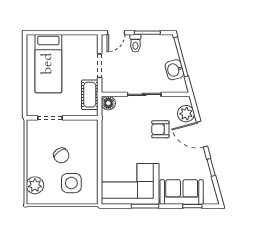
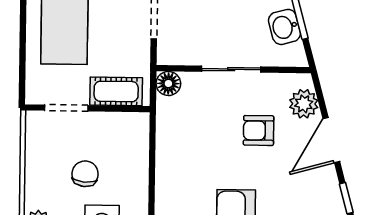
cot: (90, 95) -> (116, 91), moved, turned 90
door: (202, 134) -> (331, 140), hinge flipped
chair: (61, 155) -> (85, 174), turned -139

